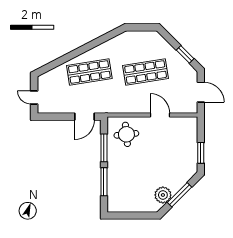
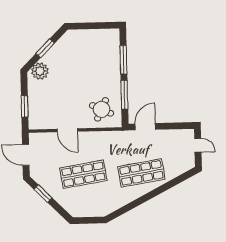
round table: (126, 134) -> (102, 109), turned 31
window: (201, 153) -> (25, 106), moved
plant: (163, 195) -> (40, 71), moved
window: (179, 195) -> (45, 48), width x0.69

